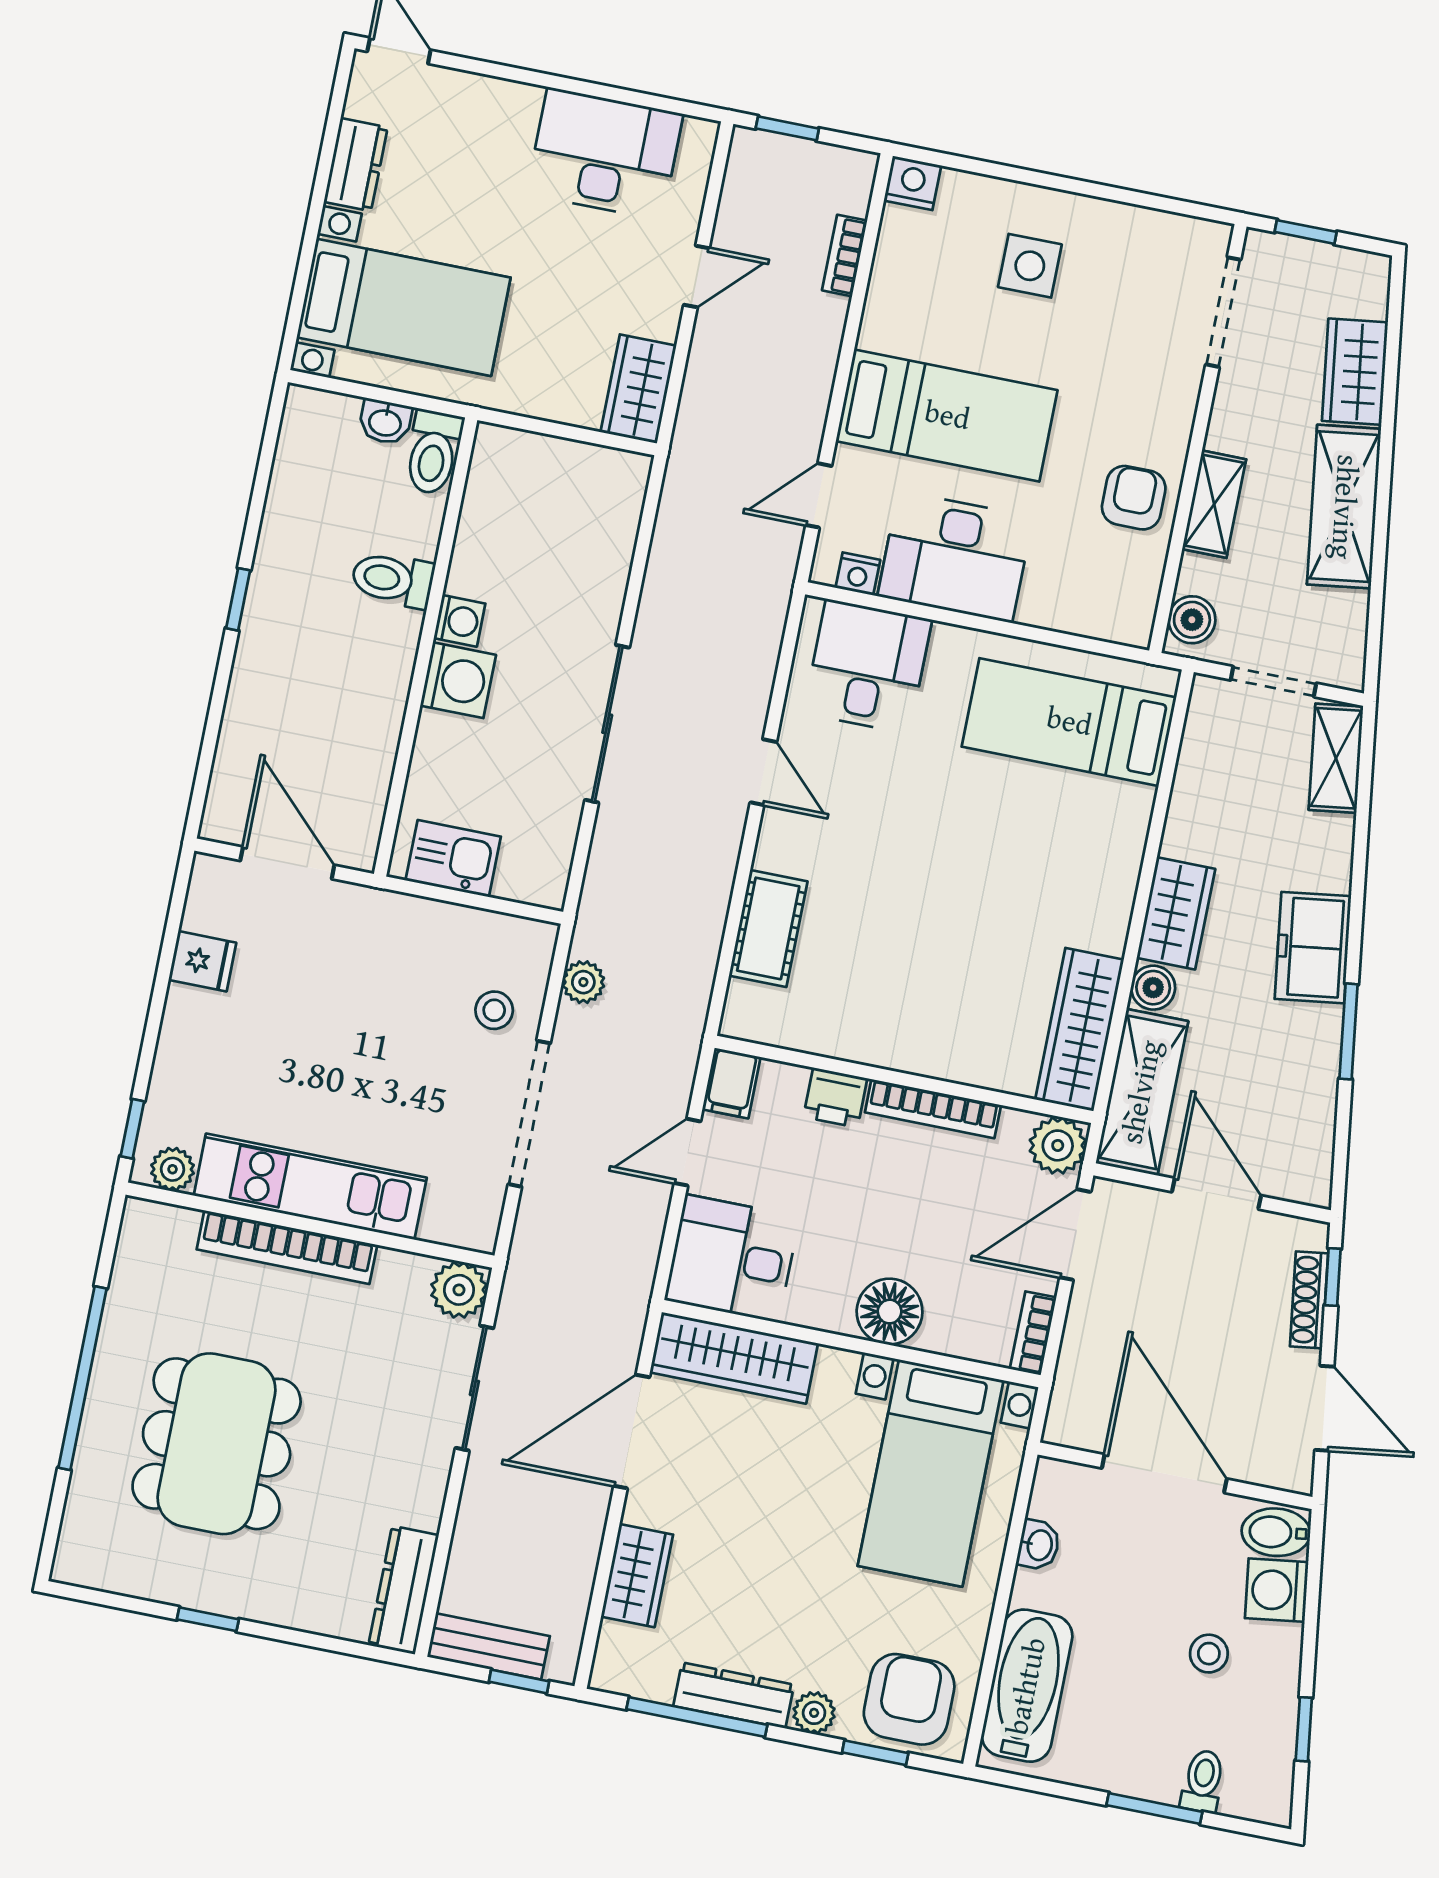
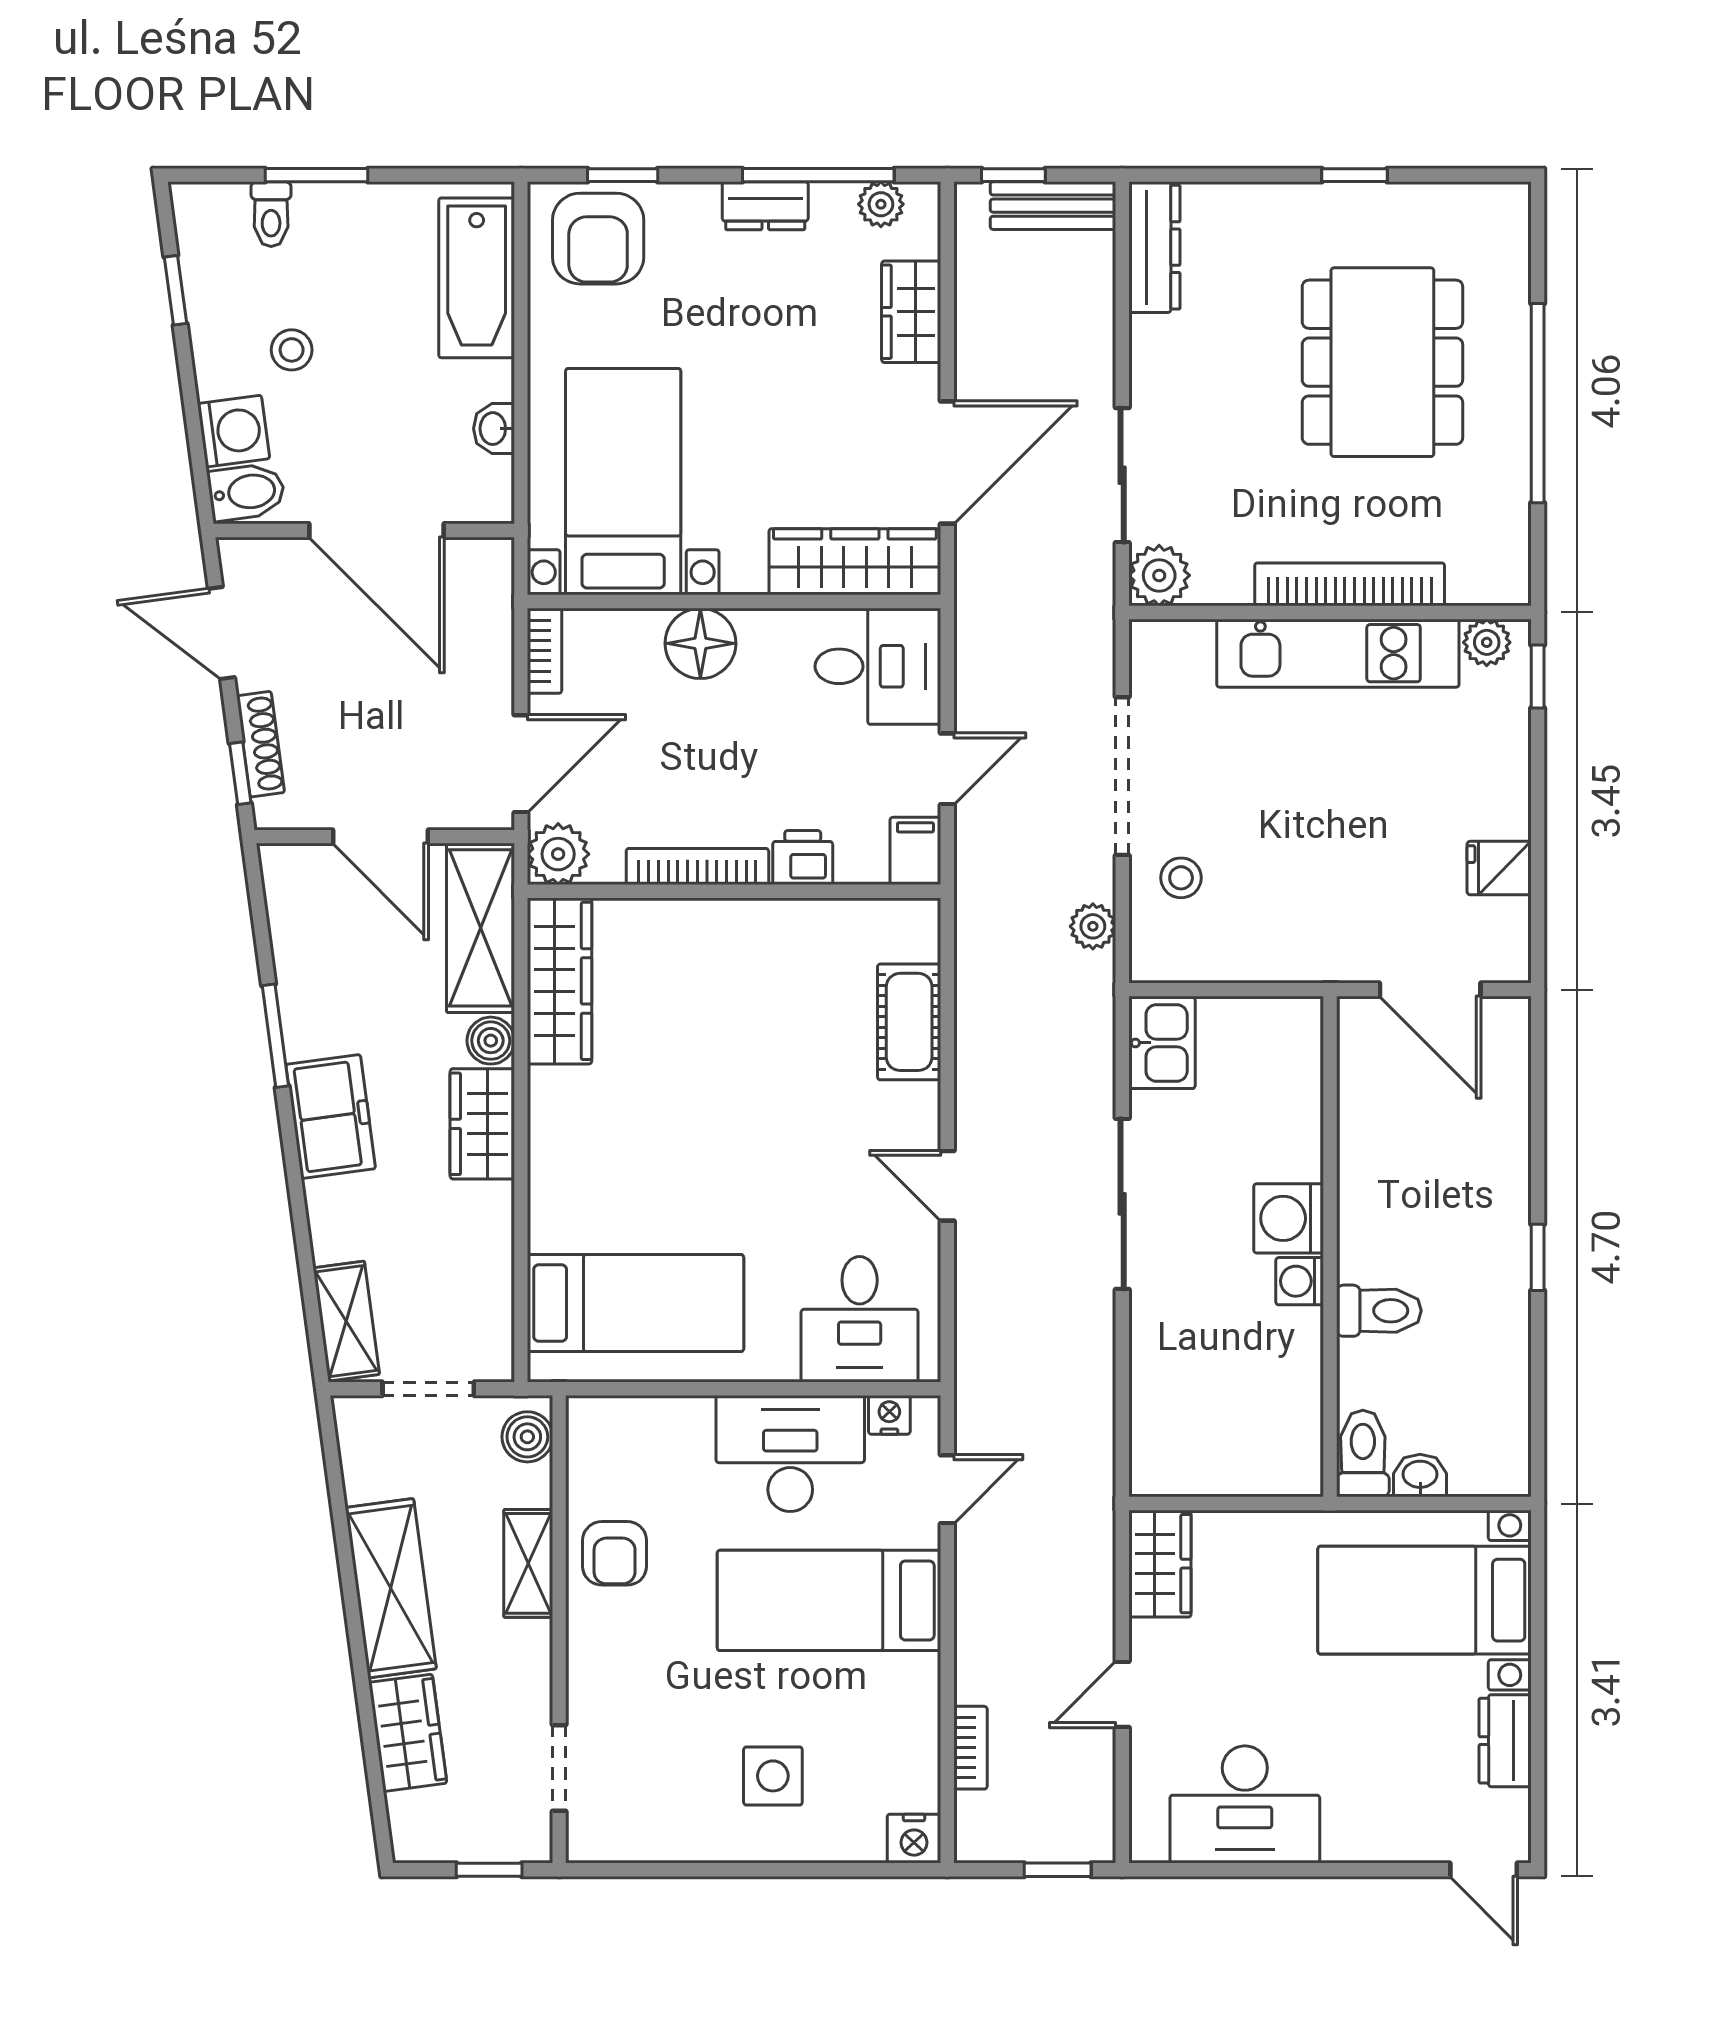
doorway: (1223, 312) -> (559, 1768), width x0.73
kitchen sink: (453, 858) -> (1162, 1043), moved, turned -90
dresser: (734, 1695) -> (765, 206), width x0.70
plant: (814, 1713) -> (881, 204), moved

